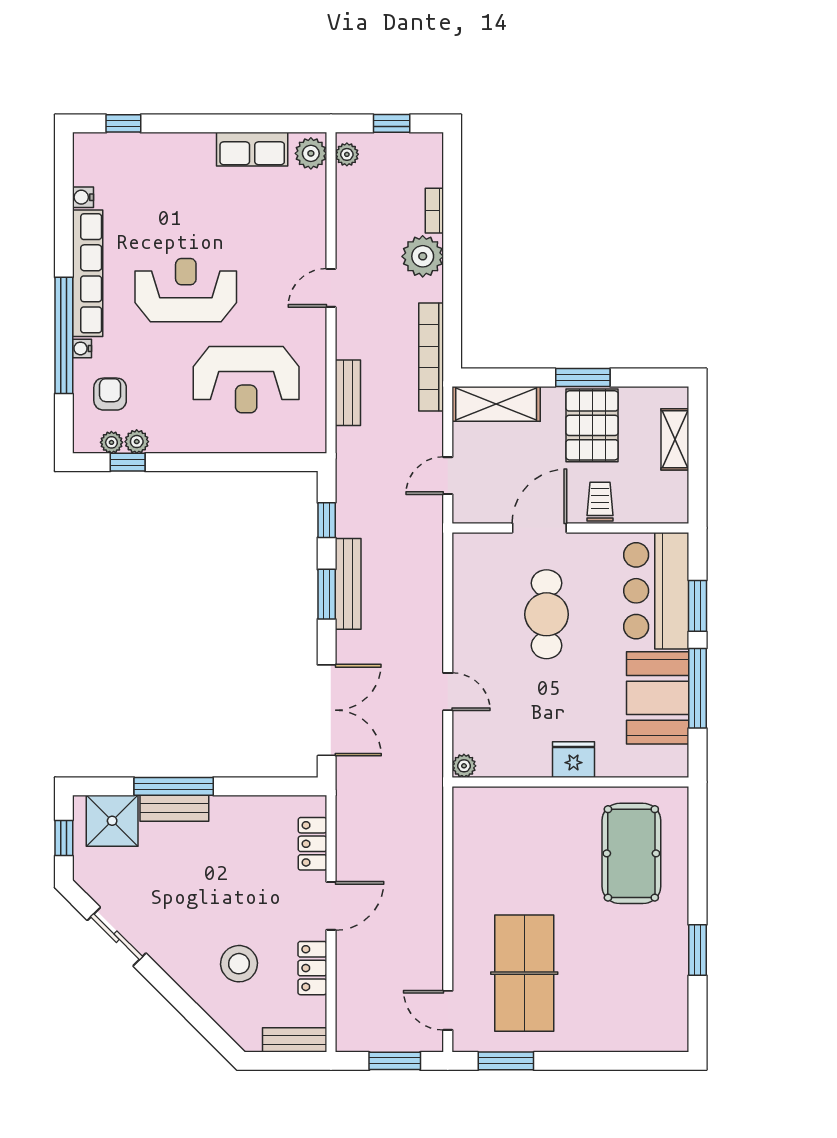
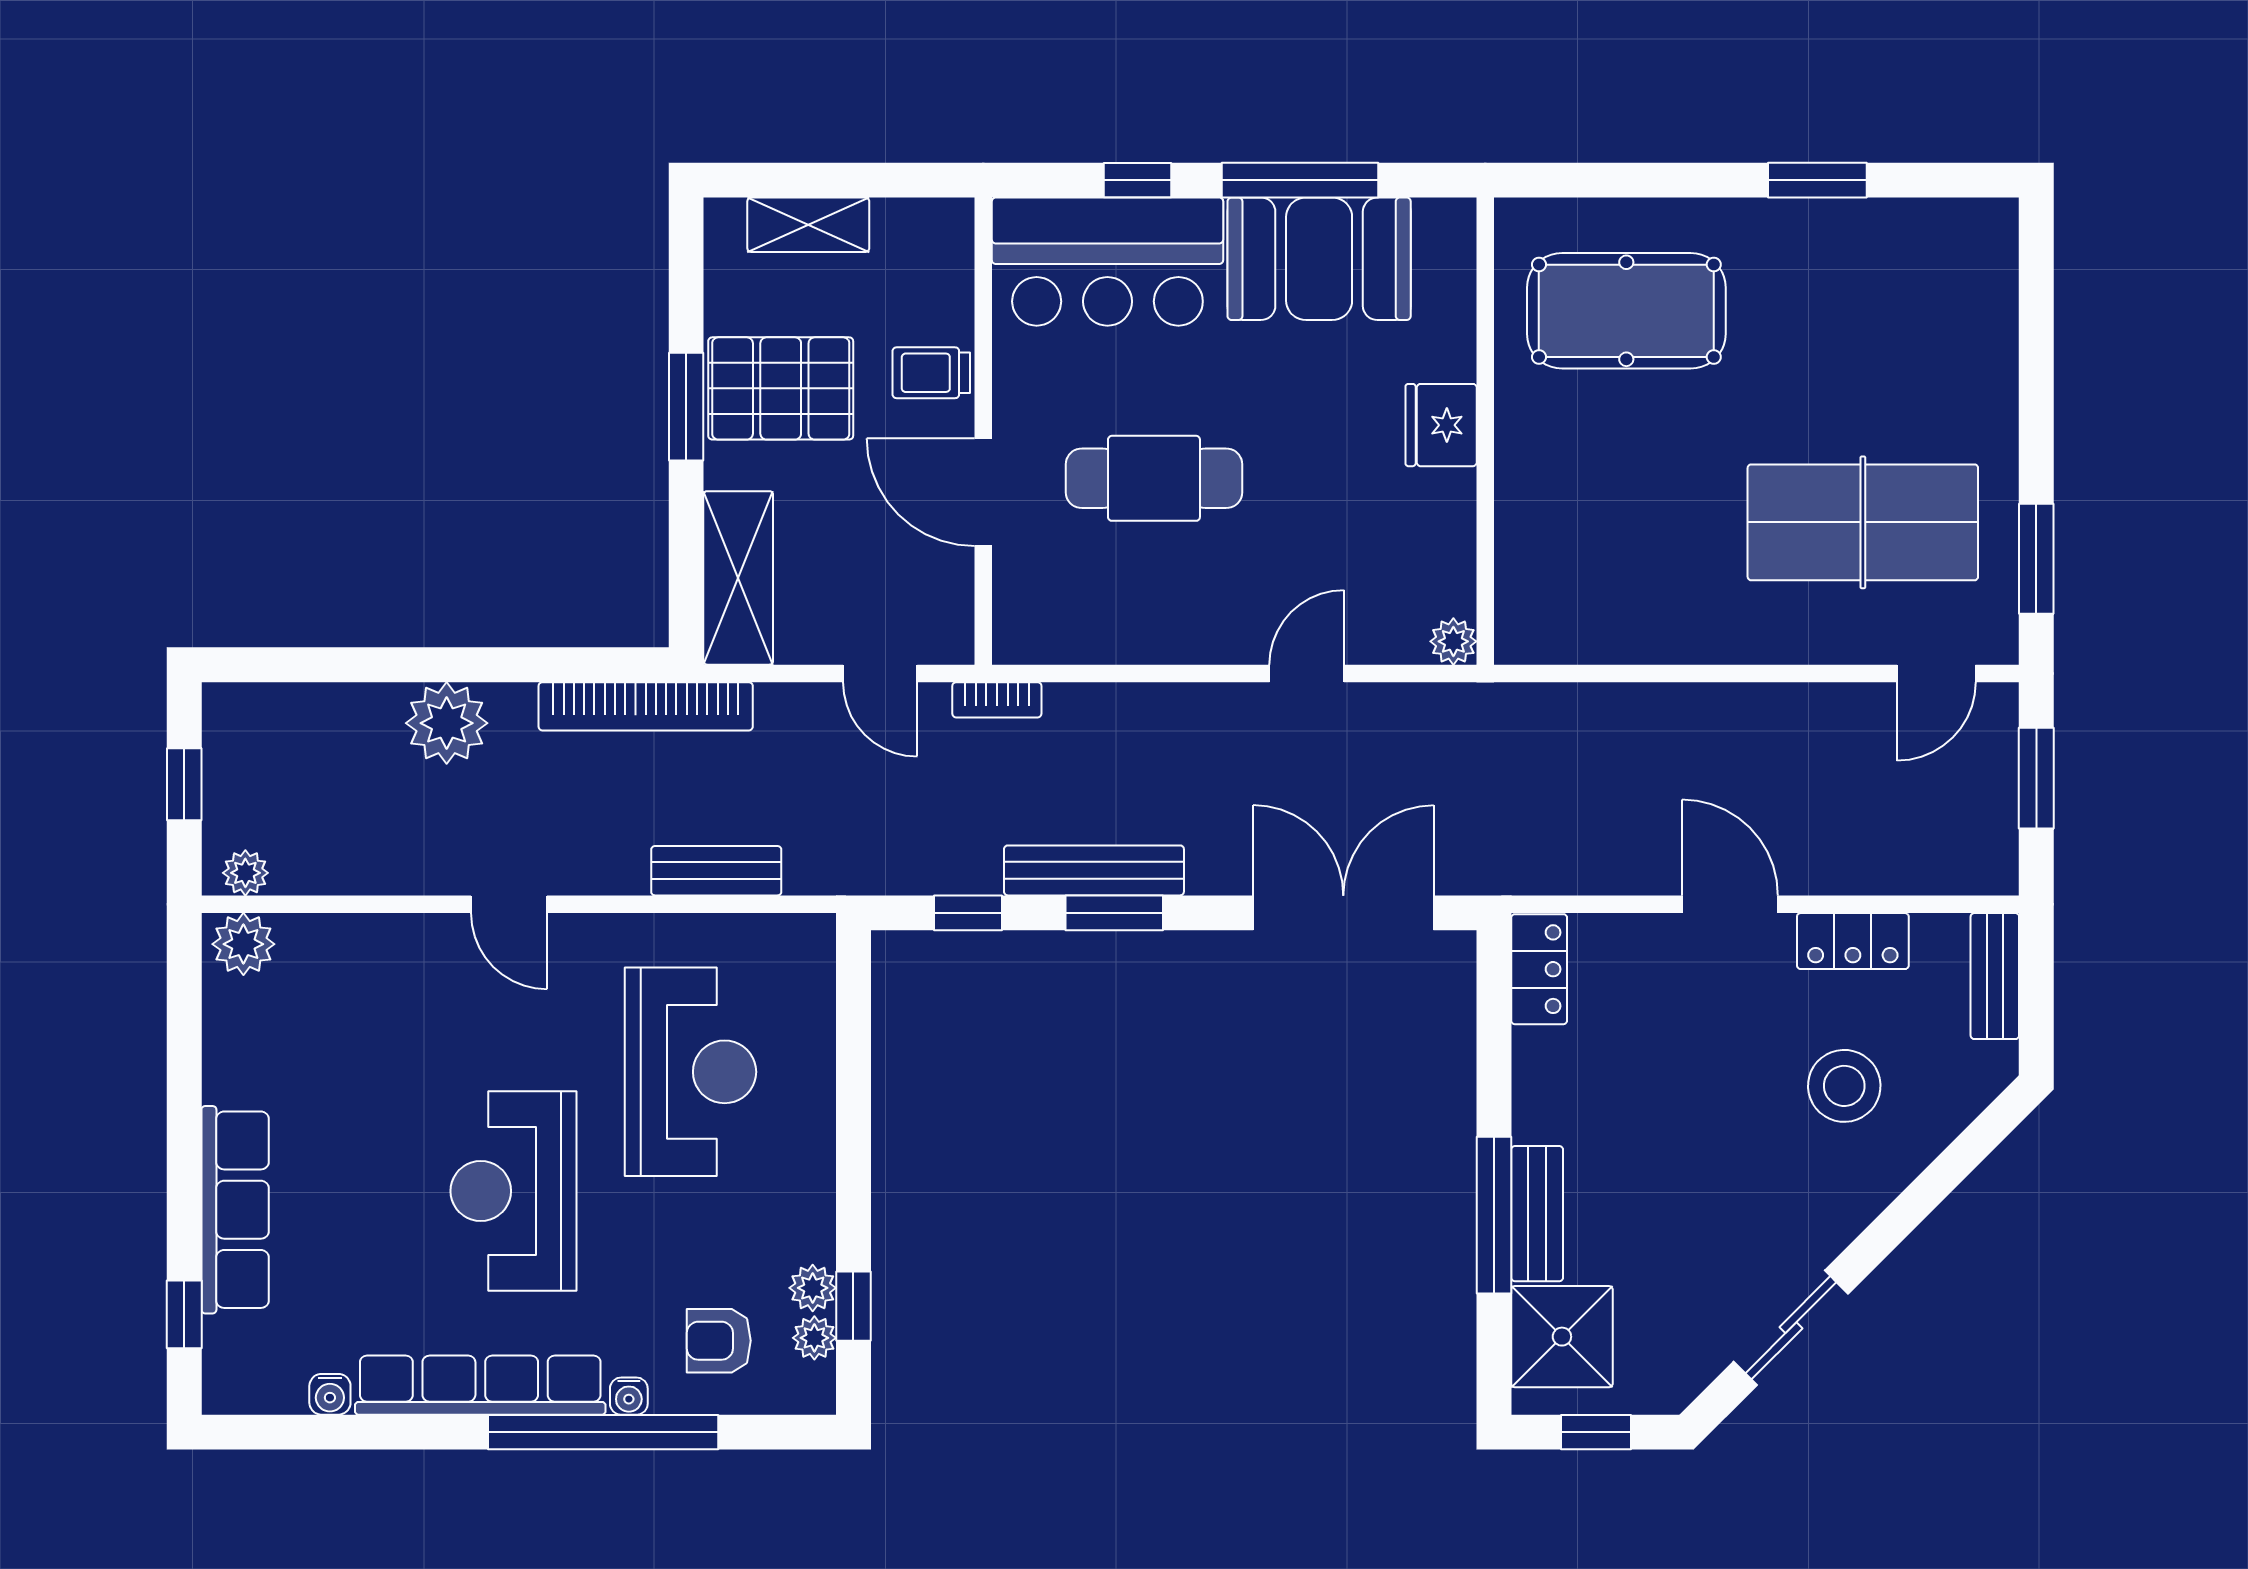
row of seats: (252, 149) -> (235, 1210), moved, width x1.48
bookcase: (434, 211) -> (997, 700), moved
window: (698, 606) -> (1138, 180), width x0.67
locker: (313, 844) -> (1539, 969), moved, turned -90

